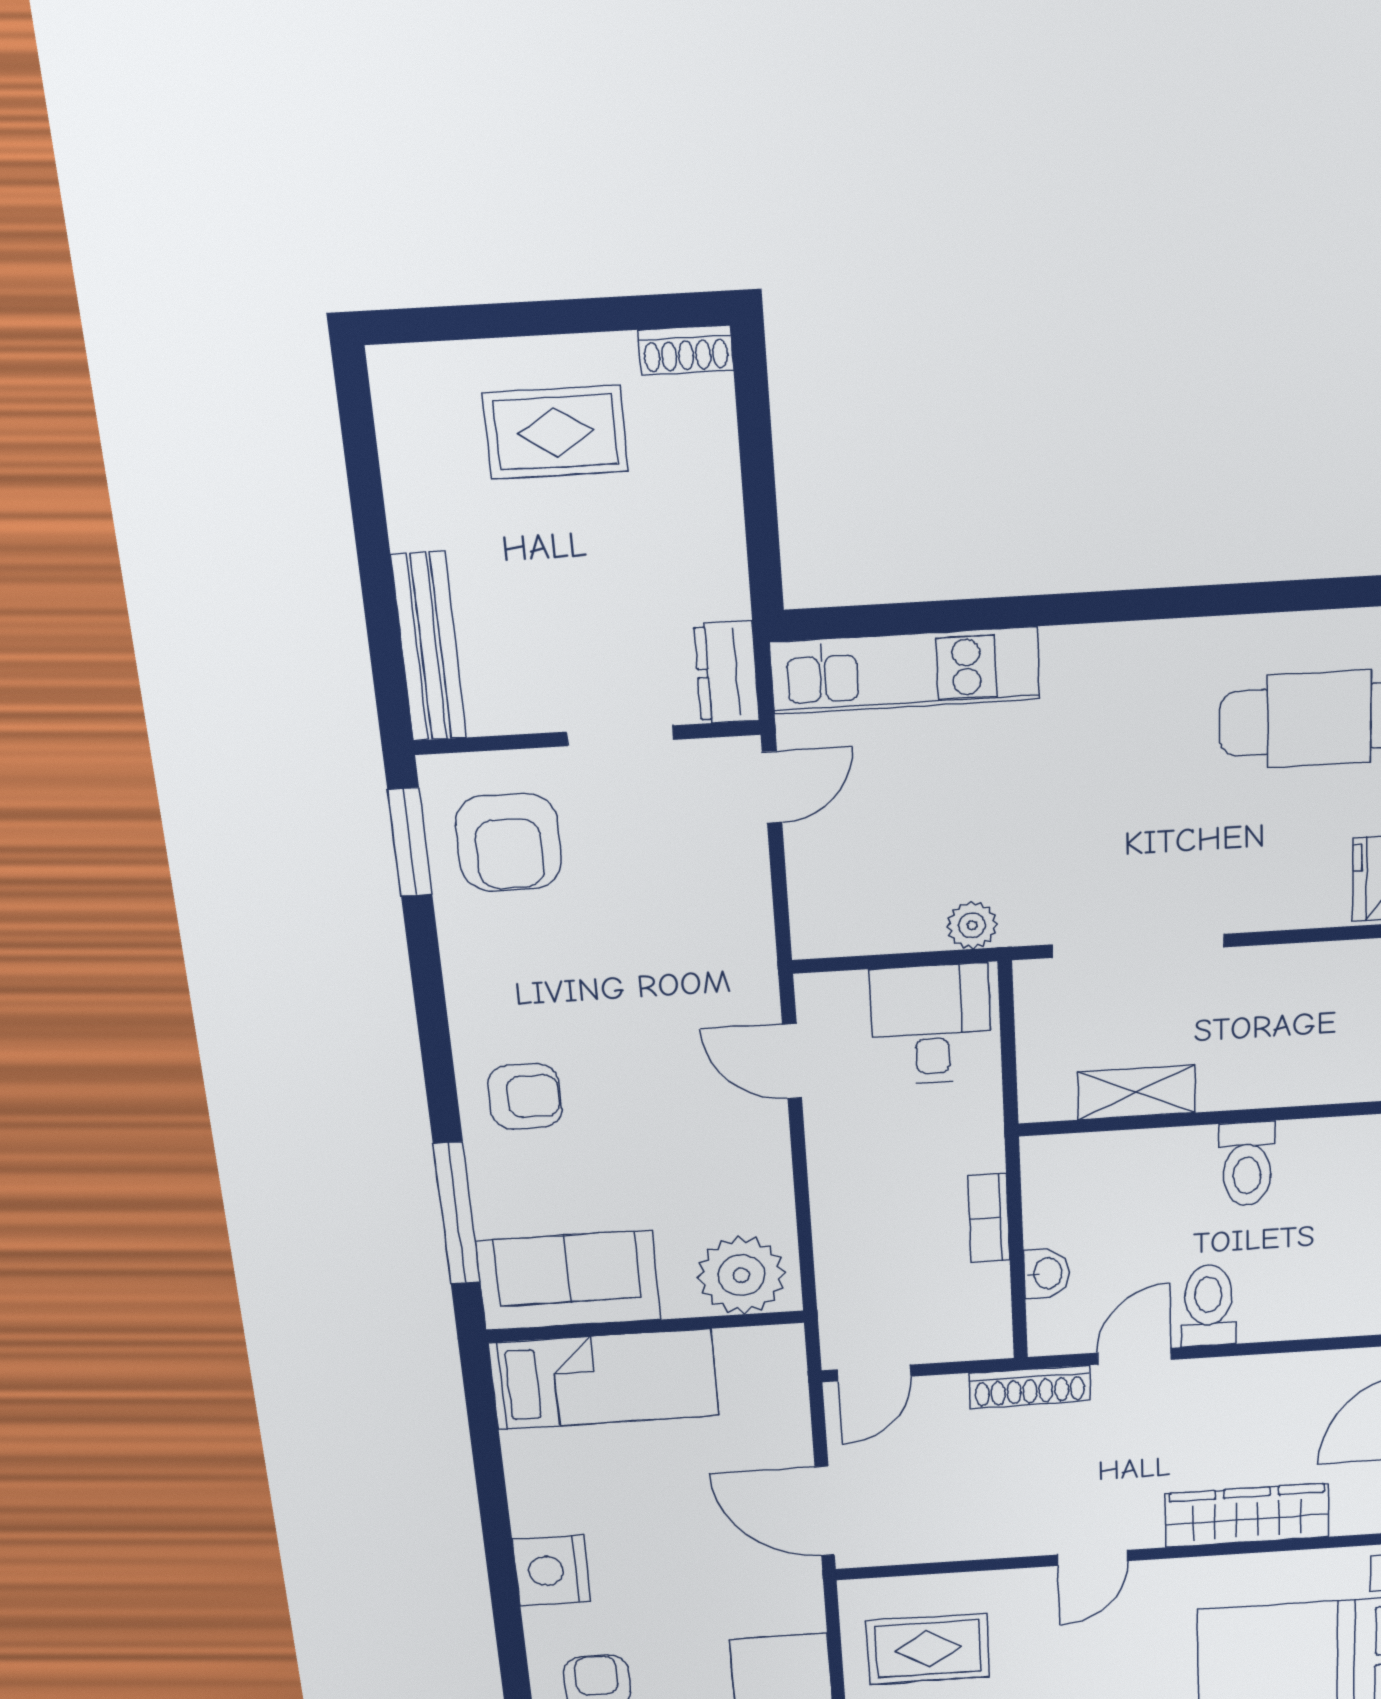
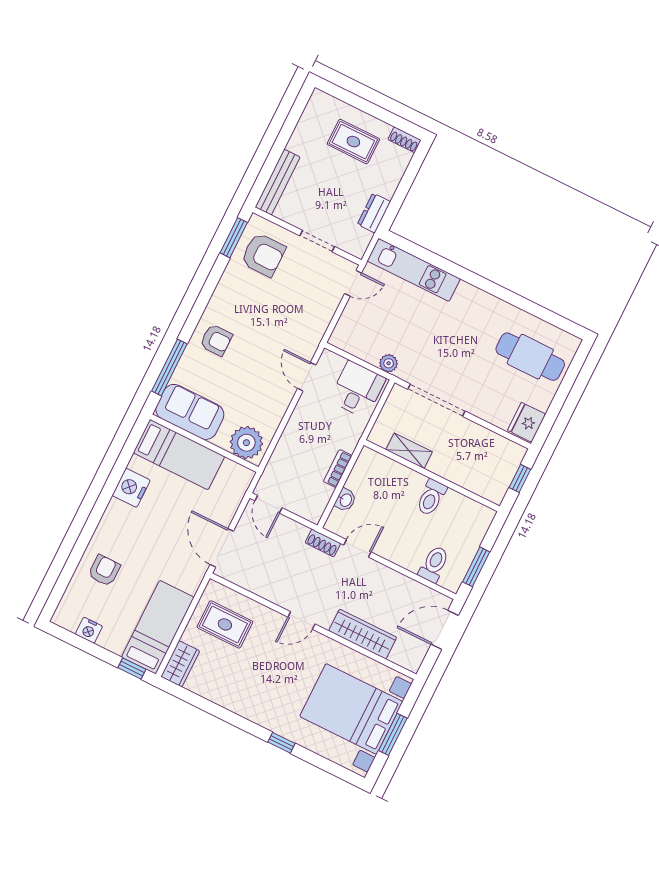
dresser: (727, 672) -> (374, 213), moved
armchair: (509, 842) -> (263, 255), turned -90
toilet: (1209, 1306) -> (434, 564), moved
door: (874, 1373) -> (268, 504), hinge flipped
shoe rack: (1030, 1387) -> (323, 543), width x0.70
nightstand: (552, 1571) -> (131, 488), moved

